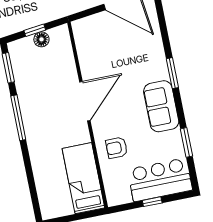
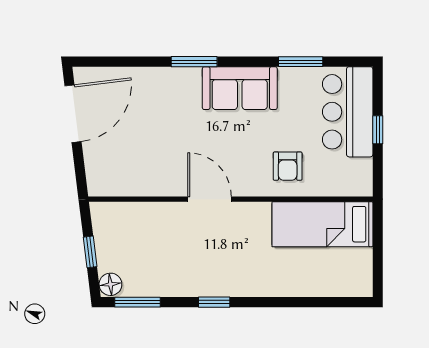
floor lamp: (41, 39) -> (110, 284), moved
door: (85, 101) -> (209, 199), width x0.73
window: (18, 118) -> (214, 302), width x0.46

